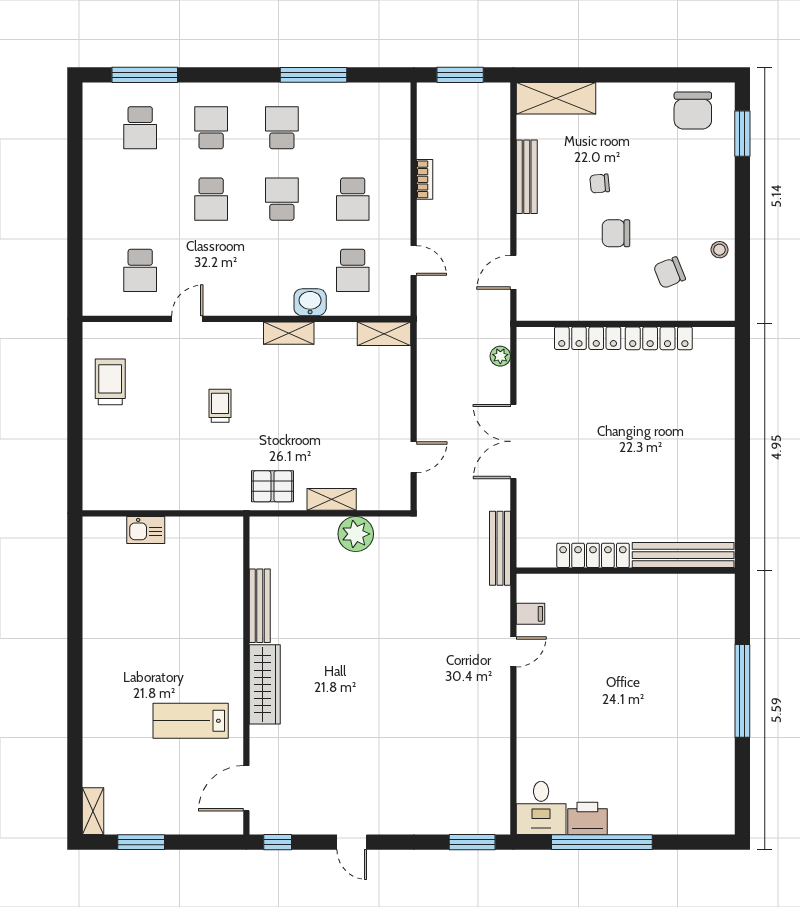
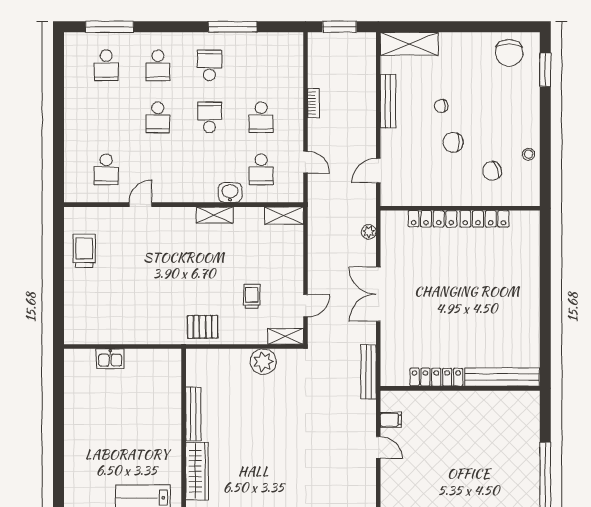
school desk: (211, 128) -> (158, 65), turned 180
trolley: (220, 406) -> (252, 296), moved
shelving: (332, 499) -> (285, 336), moved
door: (513, 652) -> (378, 448), hinge flipped

